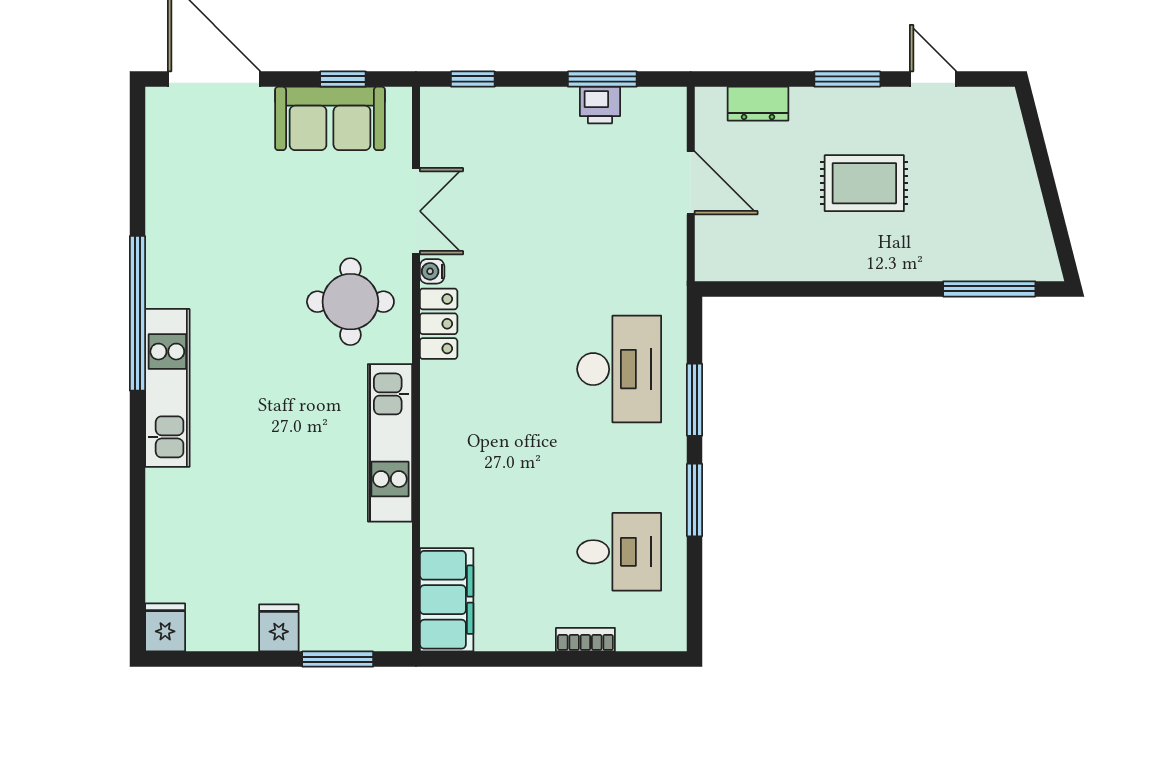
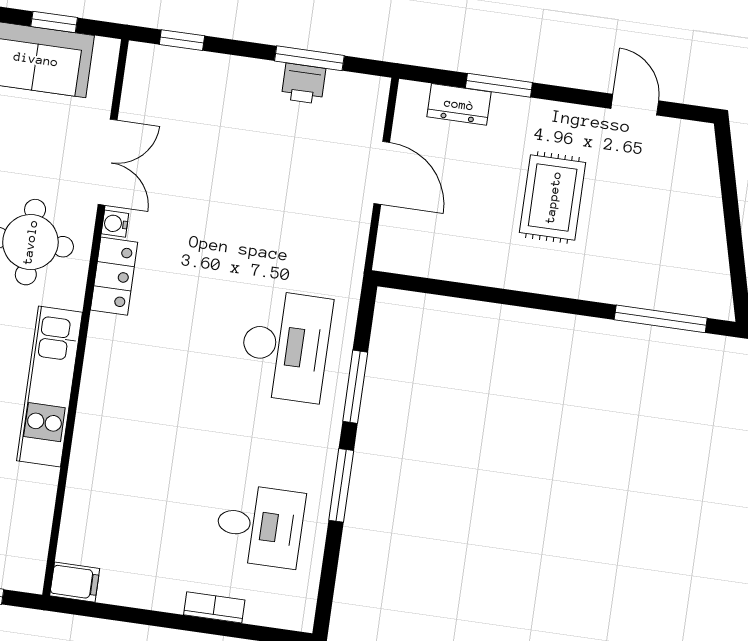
window: (847, 79) -> (499, 85), moved
rug: (864, 183) -> (553, 197), turned 90
filing cabinet: (447, 600) -> (75, 582), width x0.33, depth x0.86

